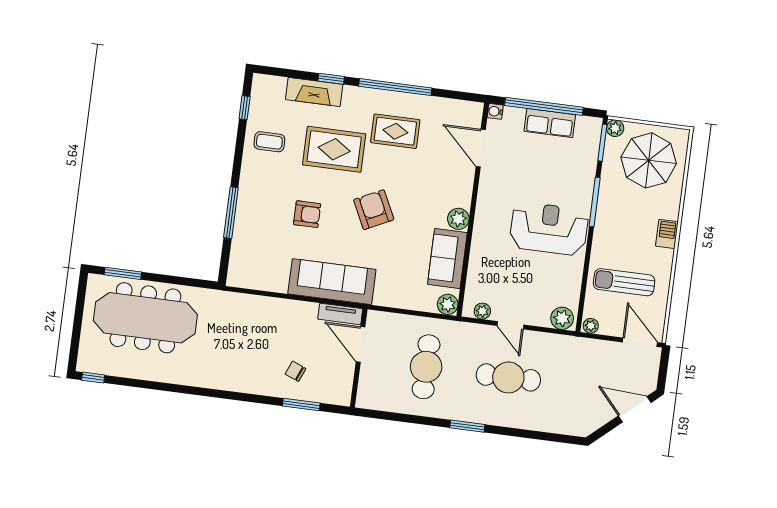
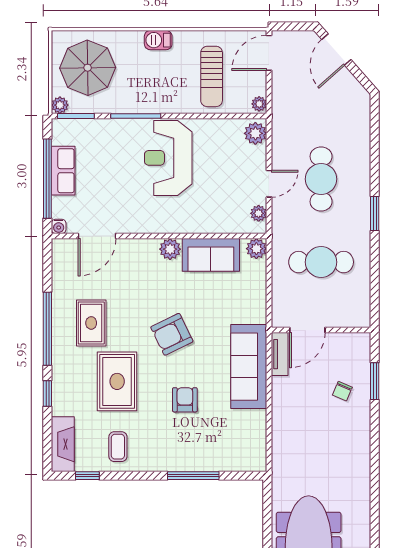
fireplace: (314, 92) -> (63, 444), moved

